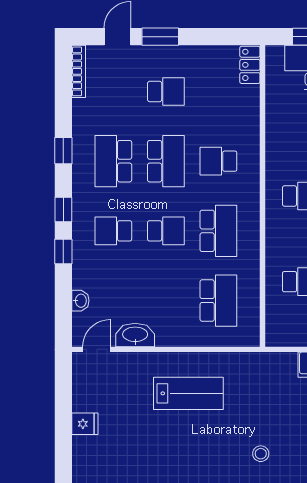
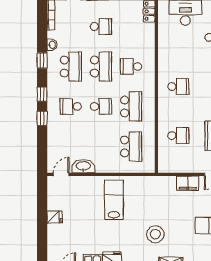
school desk: (113, 161) -> (71, 67), turned 180
washbasin: (80, 301) -> (52, 45), moved
lab bench: (188, 393) -> (114, 200), turned -90
stool: (261, 454) -> (155, 234), width x1.89, depth x1.89

